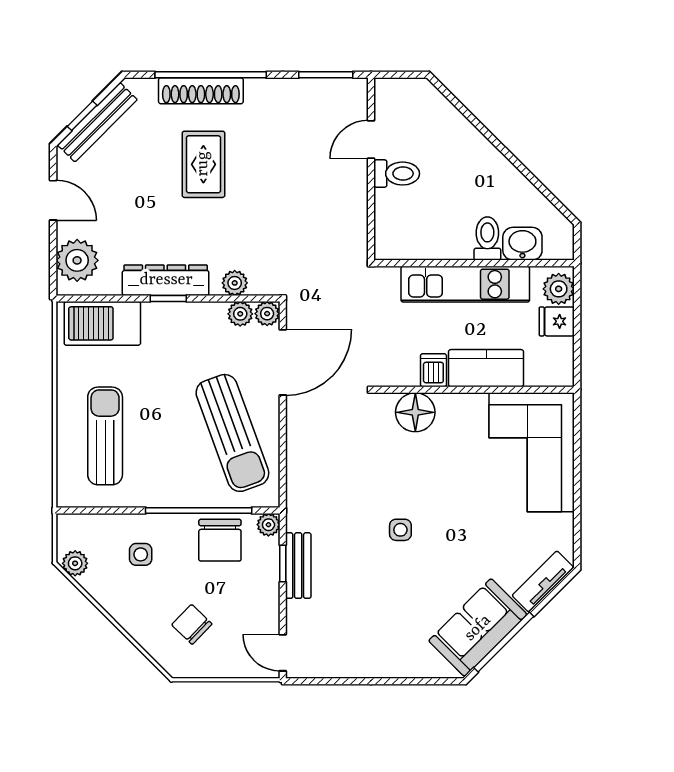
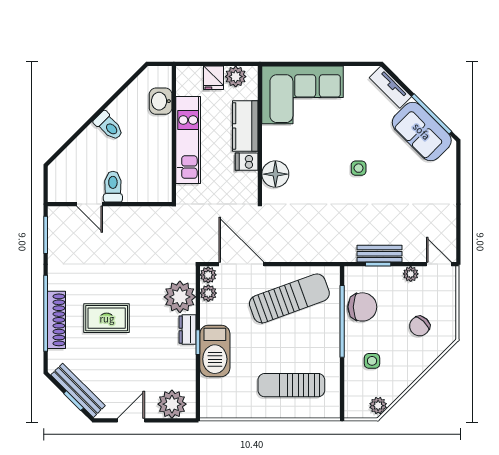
toilet: (487, 238) -> (109, 126), moved, turned -135
dresser: (166, 280) -> (187, 330), width x0.51, depth x0.80
plant: (235, 283) -> (180, 297), width x1.88, depth x1.88
plant: (559, 289) -> (236, 77), moved
barbecue: (102, 323) -> (215, 351), moved
plant: (268, 525) -> (411, 274), moved
side table: (400, 530) -> (359, 168), moved
door: (283, 653) -> (439, 264), swing flipped

